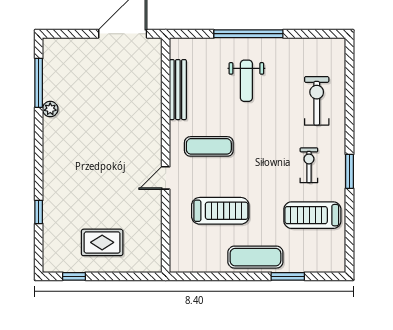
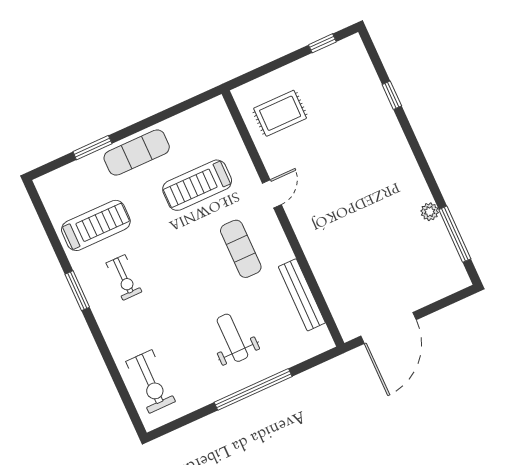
exercise bike: (317, 101) -> (151, 382), moved
exercise mat: (209, 146) -> (241, 249), turned 90
rug: (102, 242) -> (280, 113), moved

